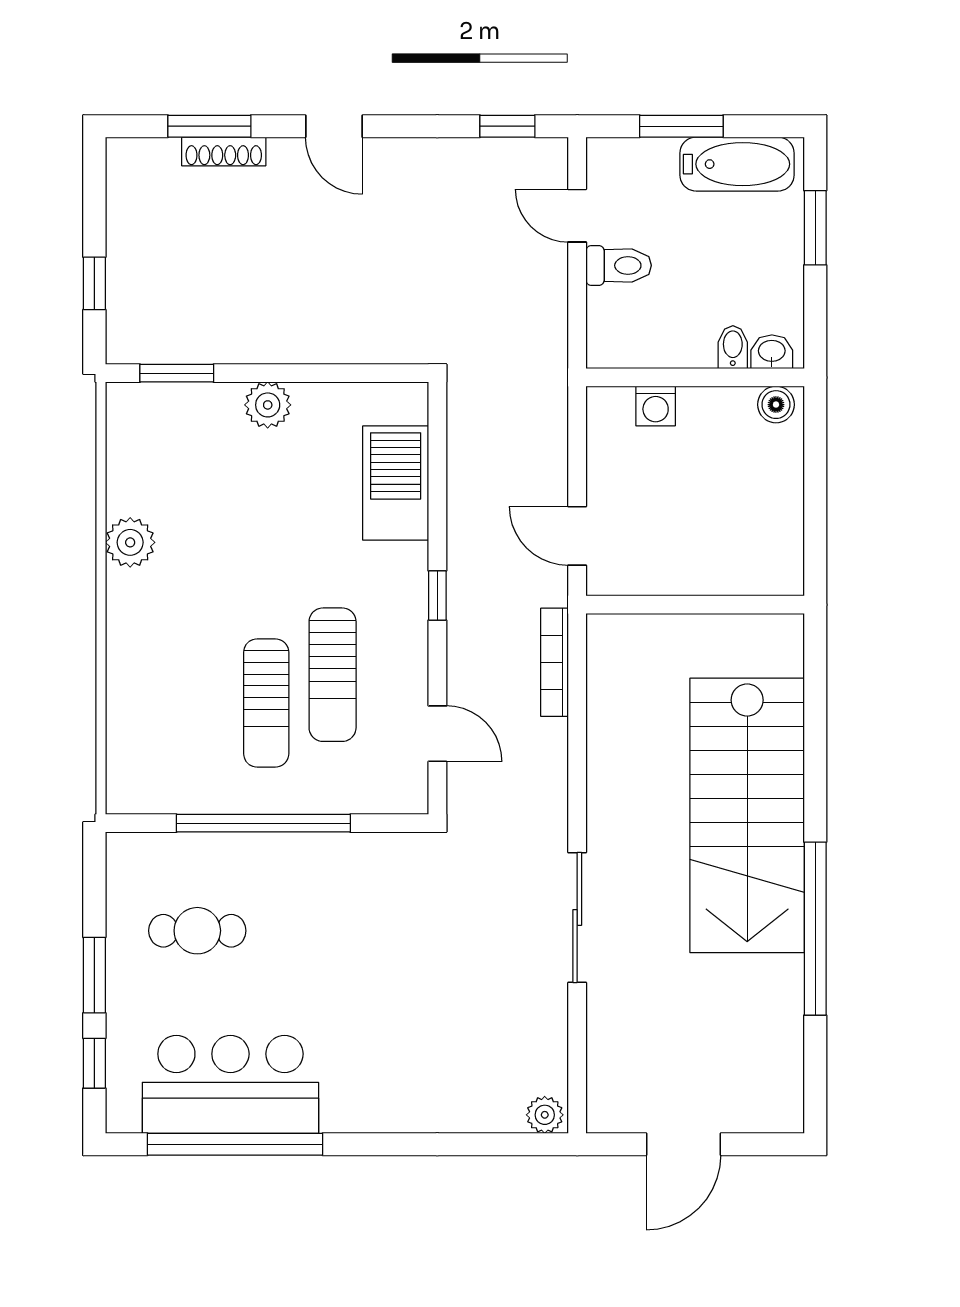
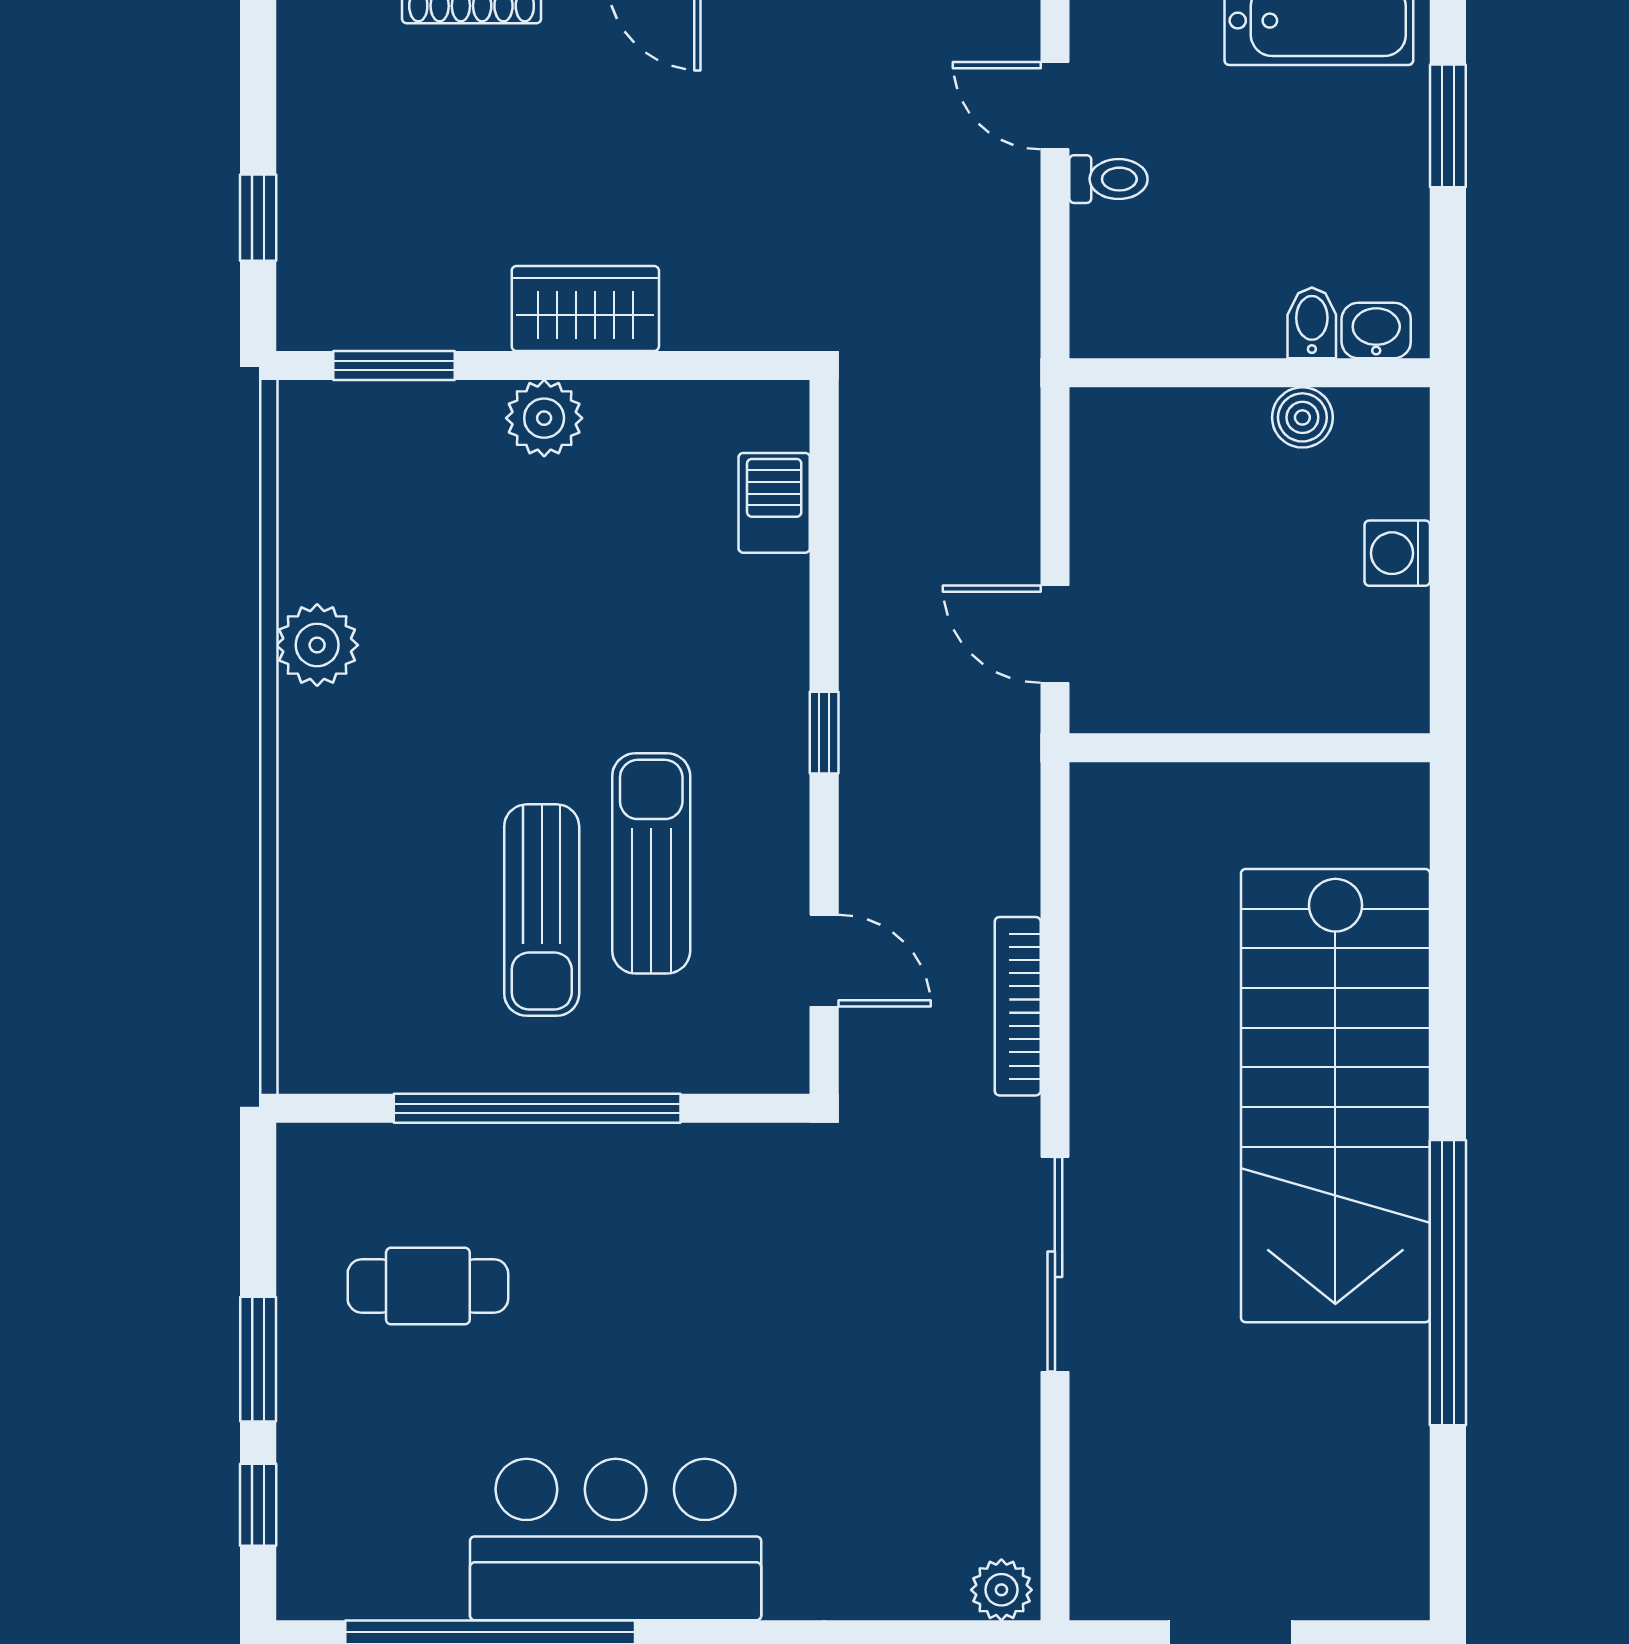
toilet: (619, 265) -> (1108, 179), width x0.73, depth x0.72
wardrobe: (293, 339) -> (585, 308), added
boiler: (776, 405) -> (1302, 417), moved
washing machine: (656, 406) -> (1397, 553), moved, turned 90
barbecue: (396, 483) -> (774, 503), width x0.53, depth x0.65
bookcase: (555, 662) -> (1018, 1006), moved
sun lounger: (333, 675) -> (651, 863), turned 180
bar counter: (230, 1084) -> (616, 1540), moved

